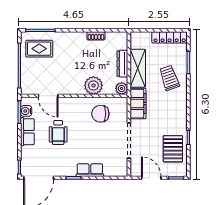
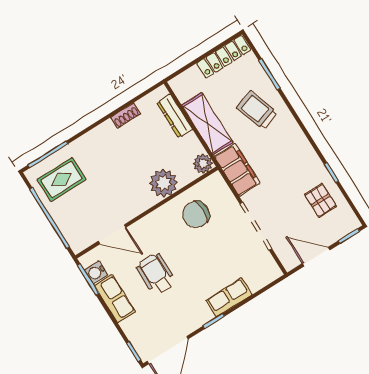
dresser: (122, 64) -> (175, 116), moved
wheelchair: (58, 132) -> (156, 274), turned 180
pallet: (173, 149) -> (320, 200), width x0.67, depth x0.71

